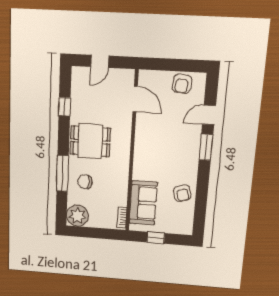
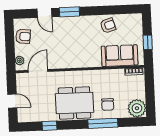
plant: (151, 76) -> (20, 61), added
dining table: (90, 141) -> (75, 103), width x1.37

